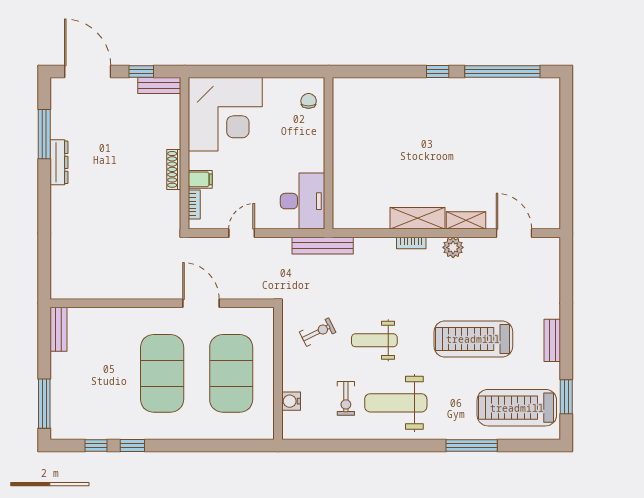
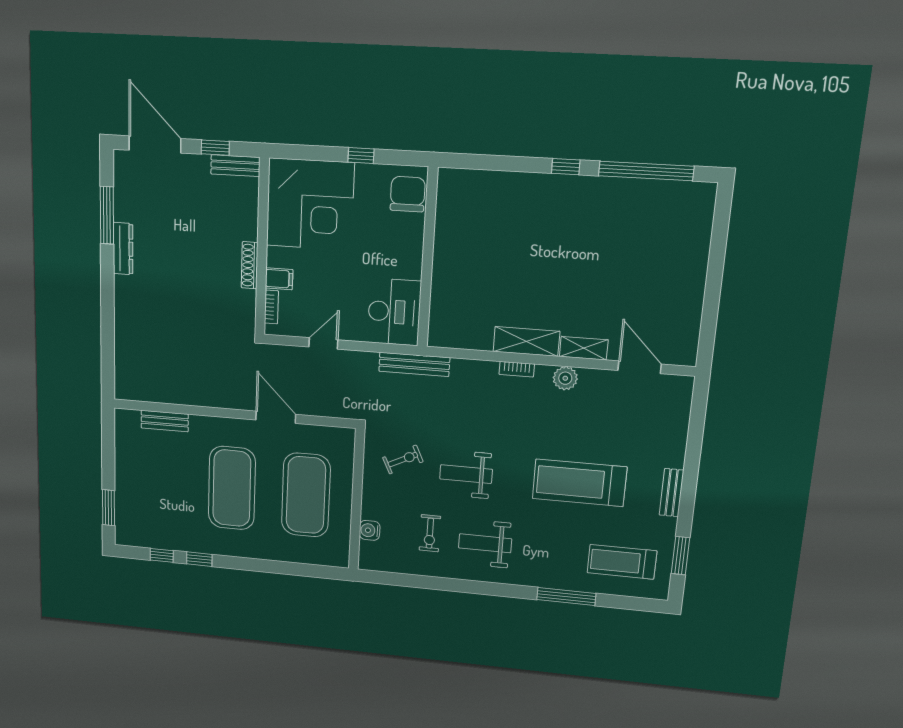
window: (267, 71) -> (361, 156), added
chair: (309, 101) -> (408, 194), width x1.87, depth x1.87
bench: (59, 329) -> (165, 421), moved, turned 90
weight bench: (396, 403) -> (485, 543), width x0.73, depth x0.75
window: (44, 404) -> (109, 508), width x0.69
treadmill: (517, 408) -> (622, 562), width x0.73, depth x0.73

